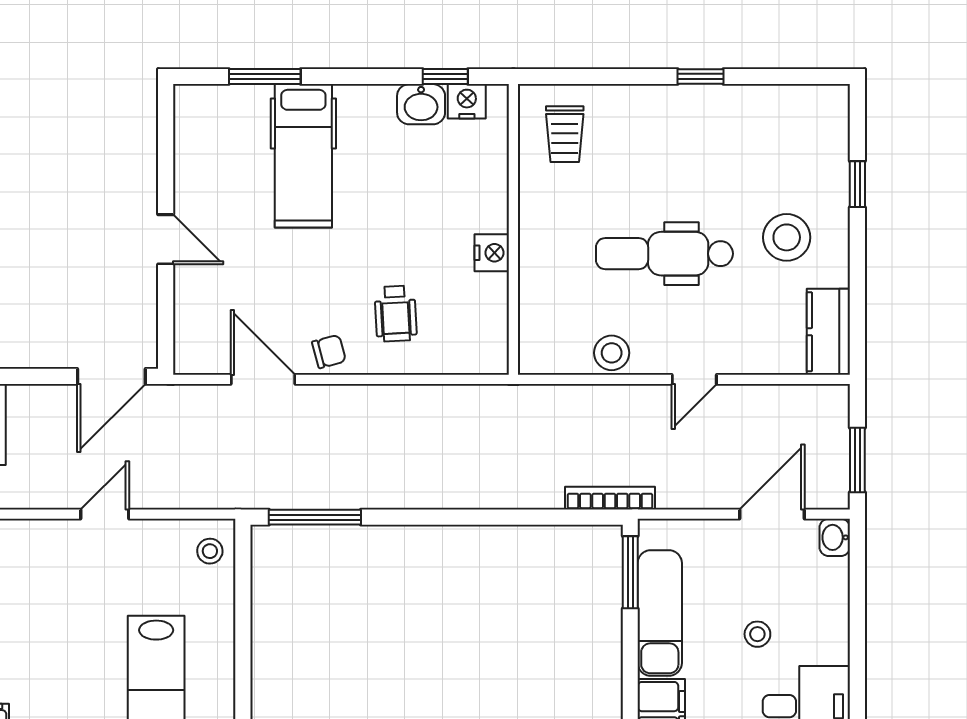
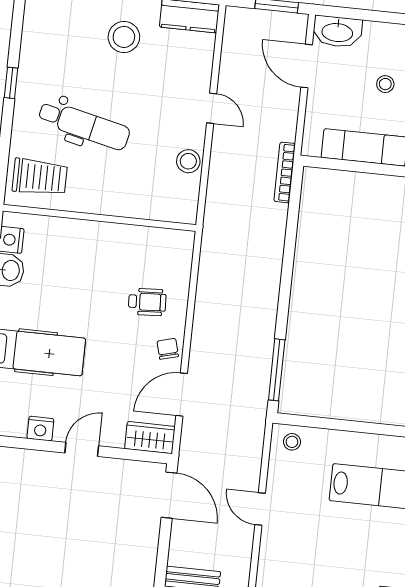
trolley: (565, 134) -> (40, 177), width x1.36, depth x1.39
nightstand: (492, 253) -> (40, 429), moved, turned 180
dental chair: (664, 254) -> (84, 125), moved, turned -77
wardrobe: (194, 339) -> (150, 438), added
washbasin: (835, 537) -> (337, 32), width x1.91, depth x1.45
window: (630, 572) -> (335, 164), removed

